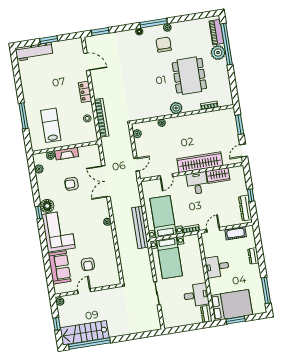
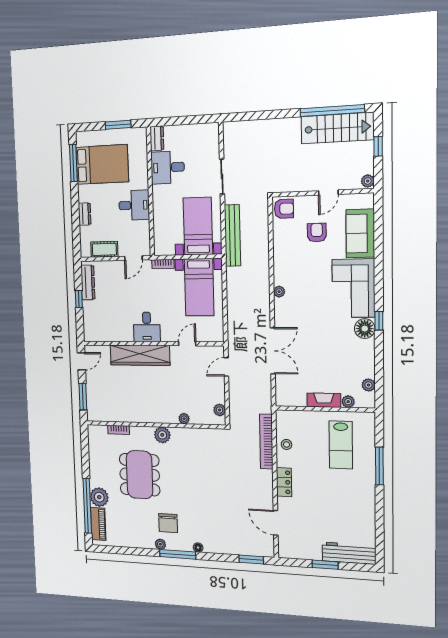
wardrobe: (218, 176) -> (118, 333), removed
armchair: (71, 184) -> (284, 209), moved
bench: (140, 227) -> (232, 235), moved
bed: (232, 305) -> (102, 164), moved, turned 180

